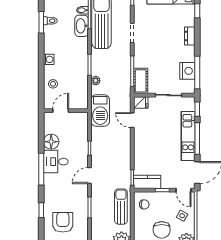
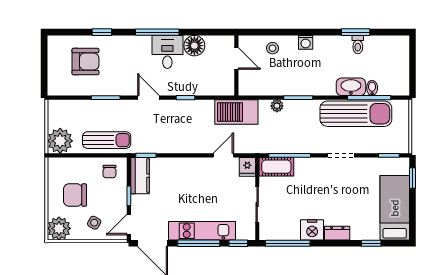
nightstand: (187, 71) -> (312, 230), moved

